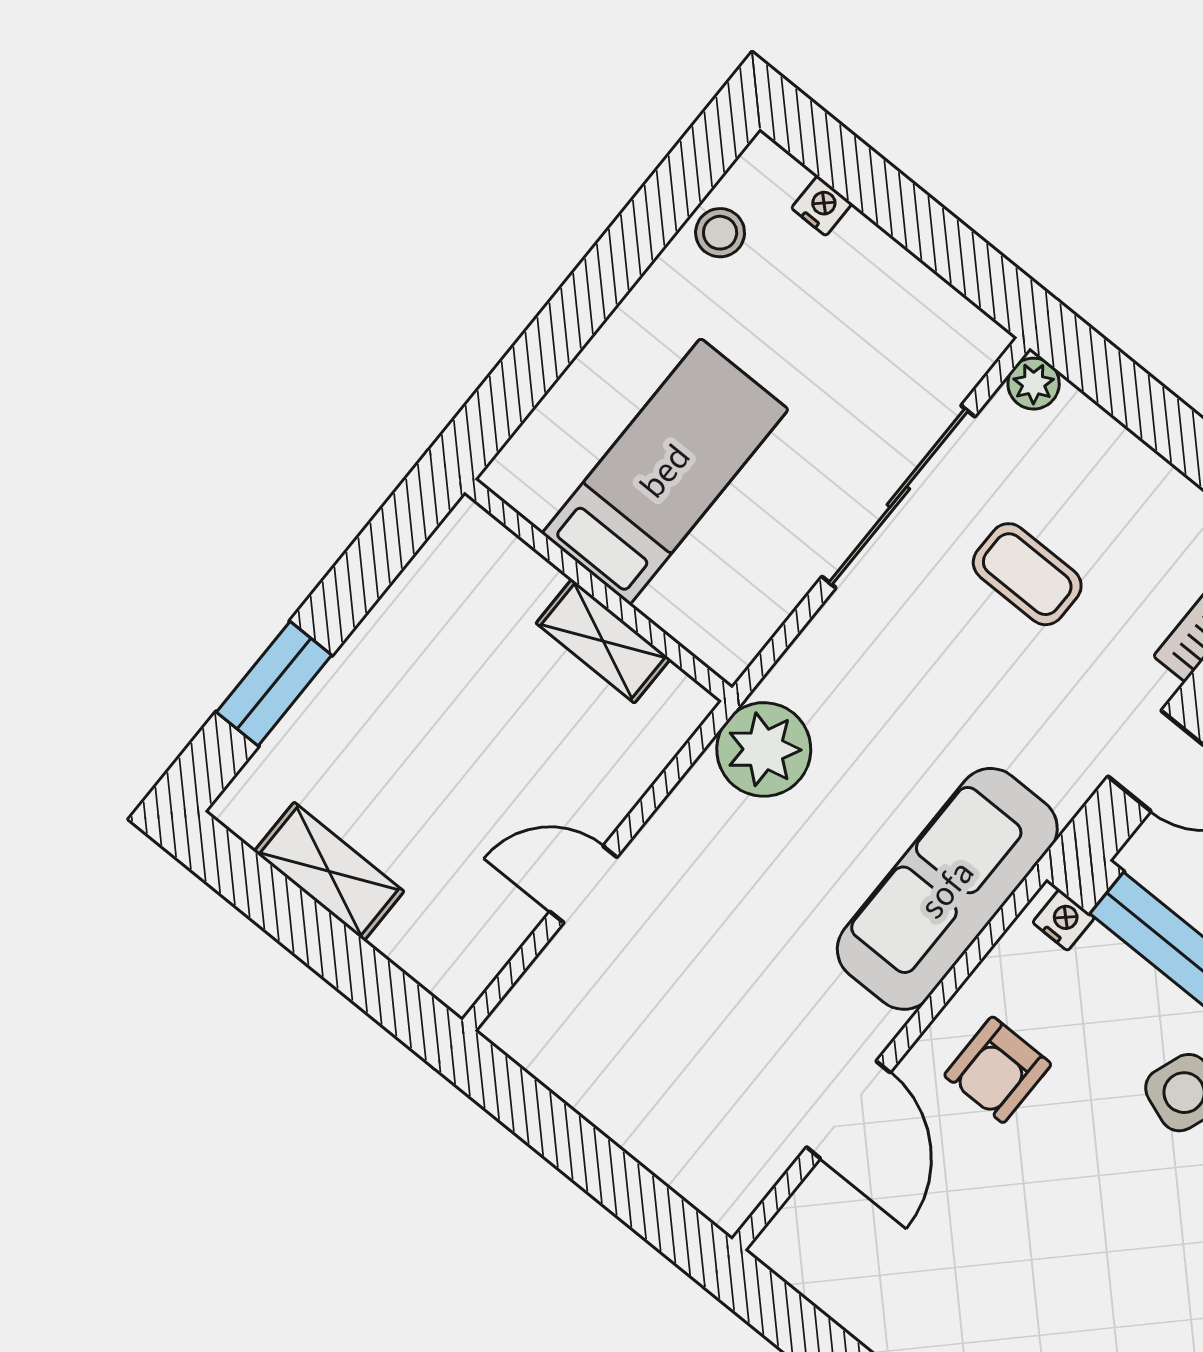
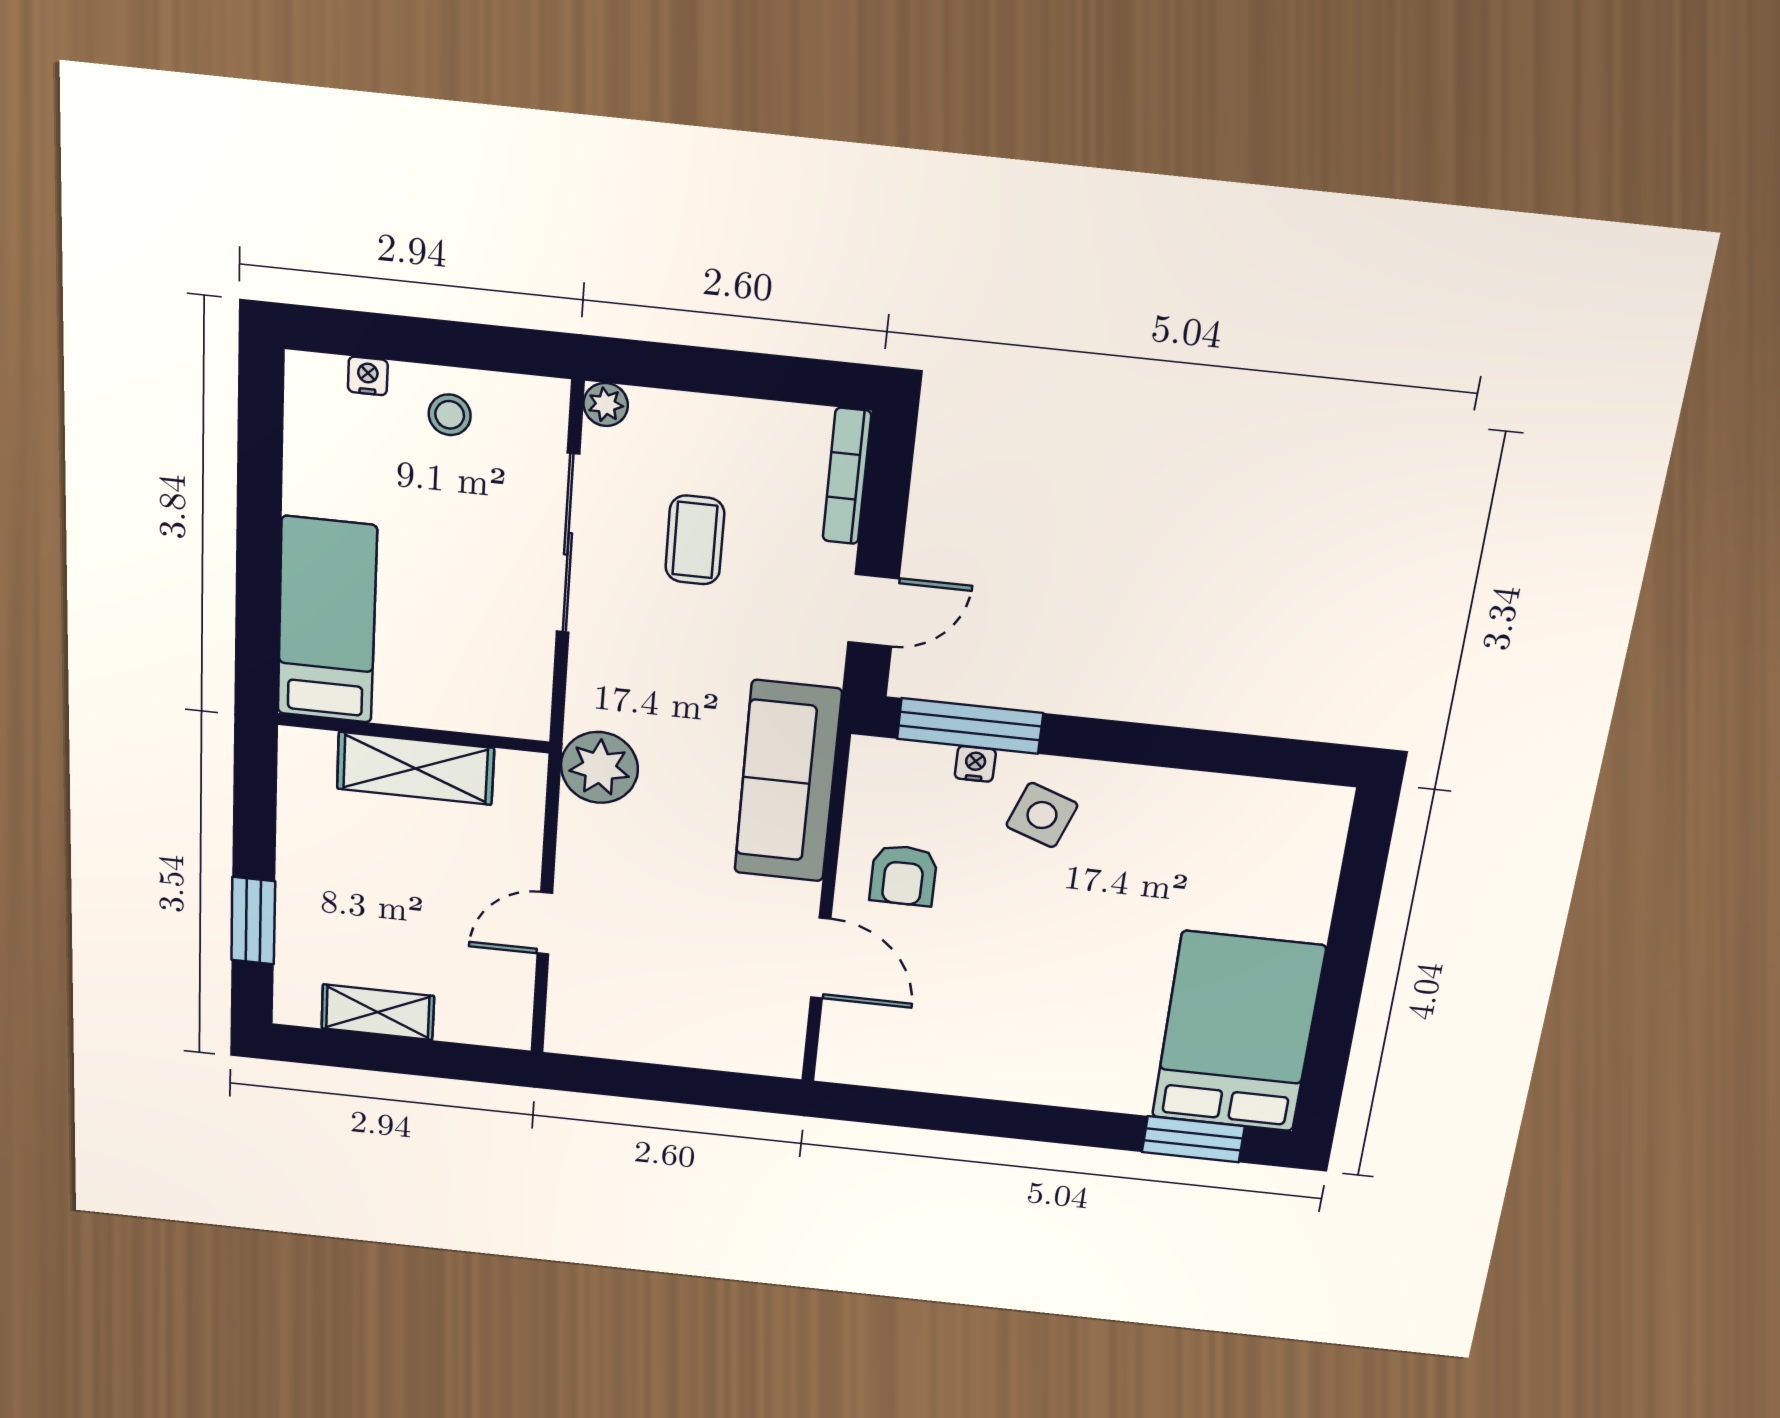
stool: (720, 233) -> (450, 415), moved
bed: (665, 471) -> (327, 620), moved
coffee table: (1027, 574) -> (695, 540), turned 90
shelving: (603, 641) -> (415, 768), width x1.50, depth x1.33
nightstand: (1064, 920) -> (975, 764), moved

